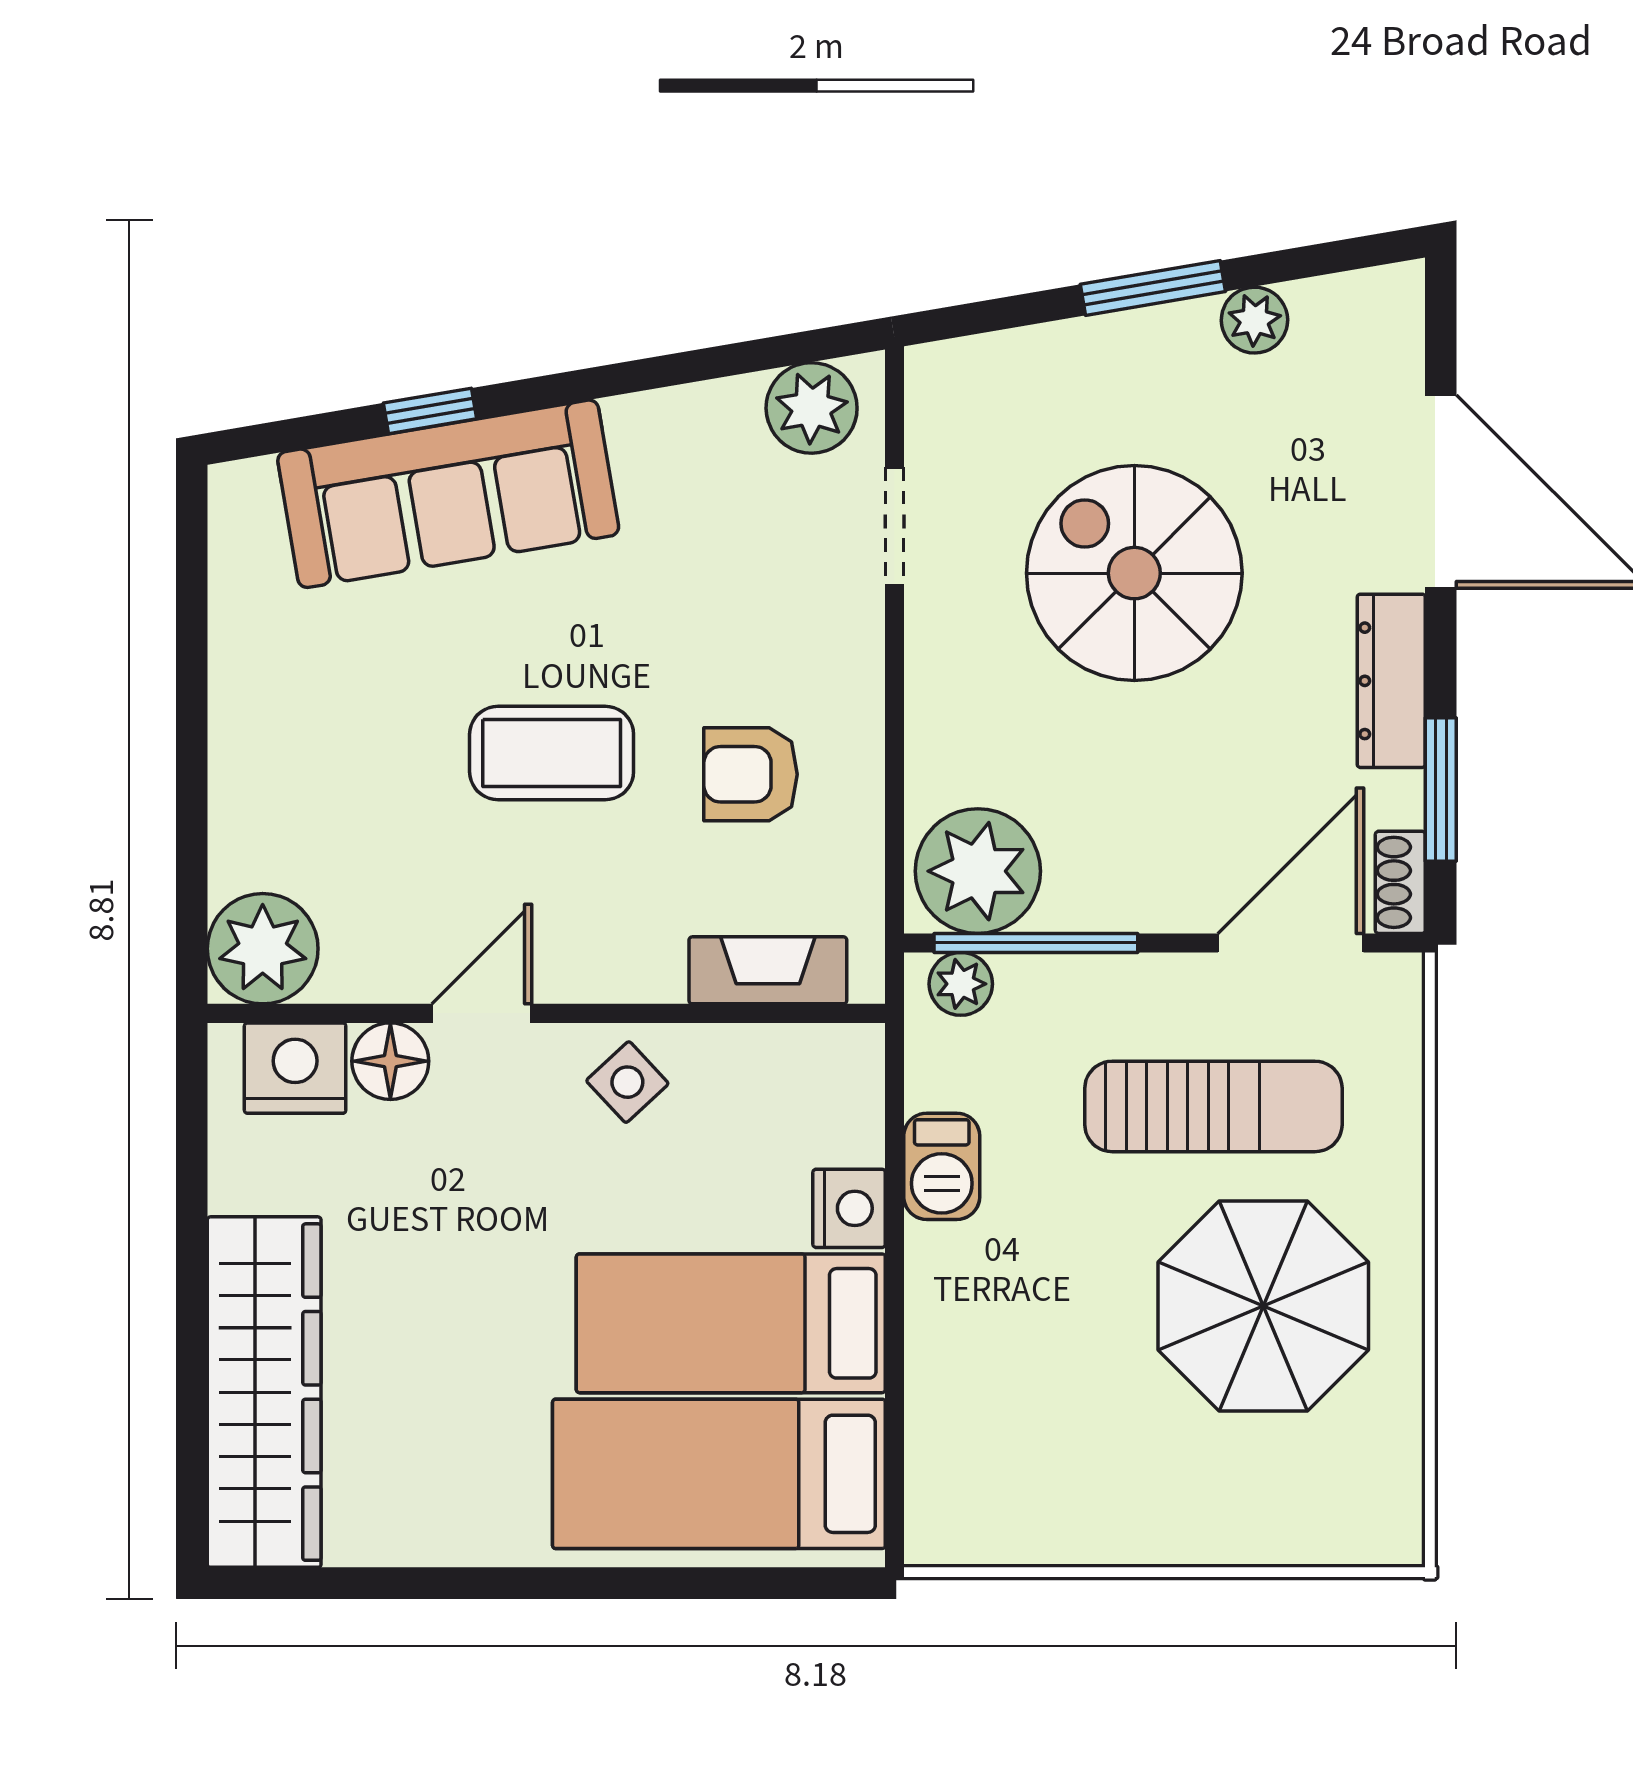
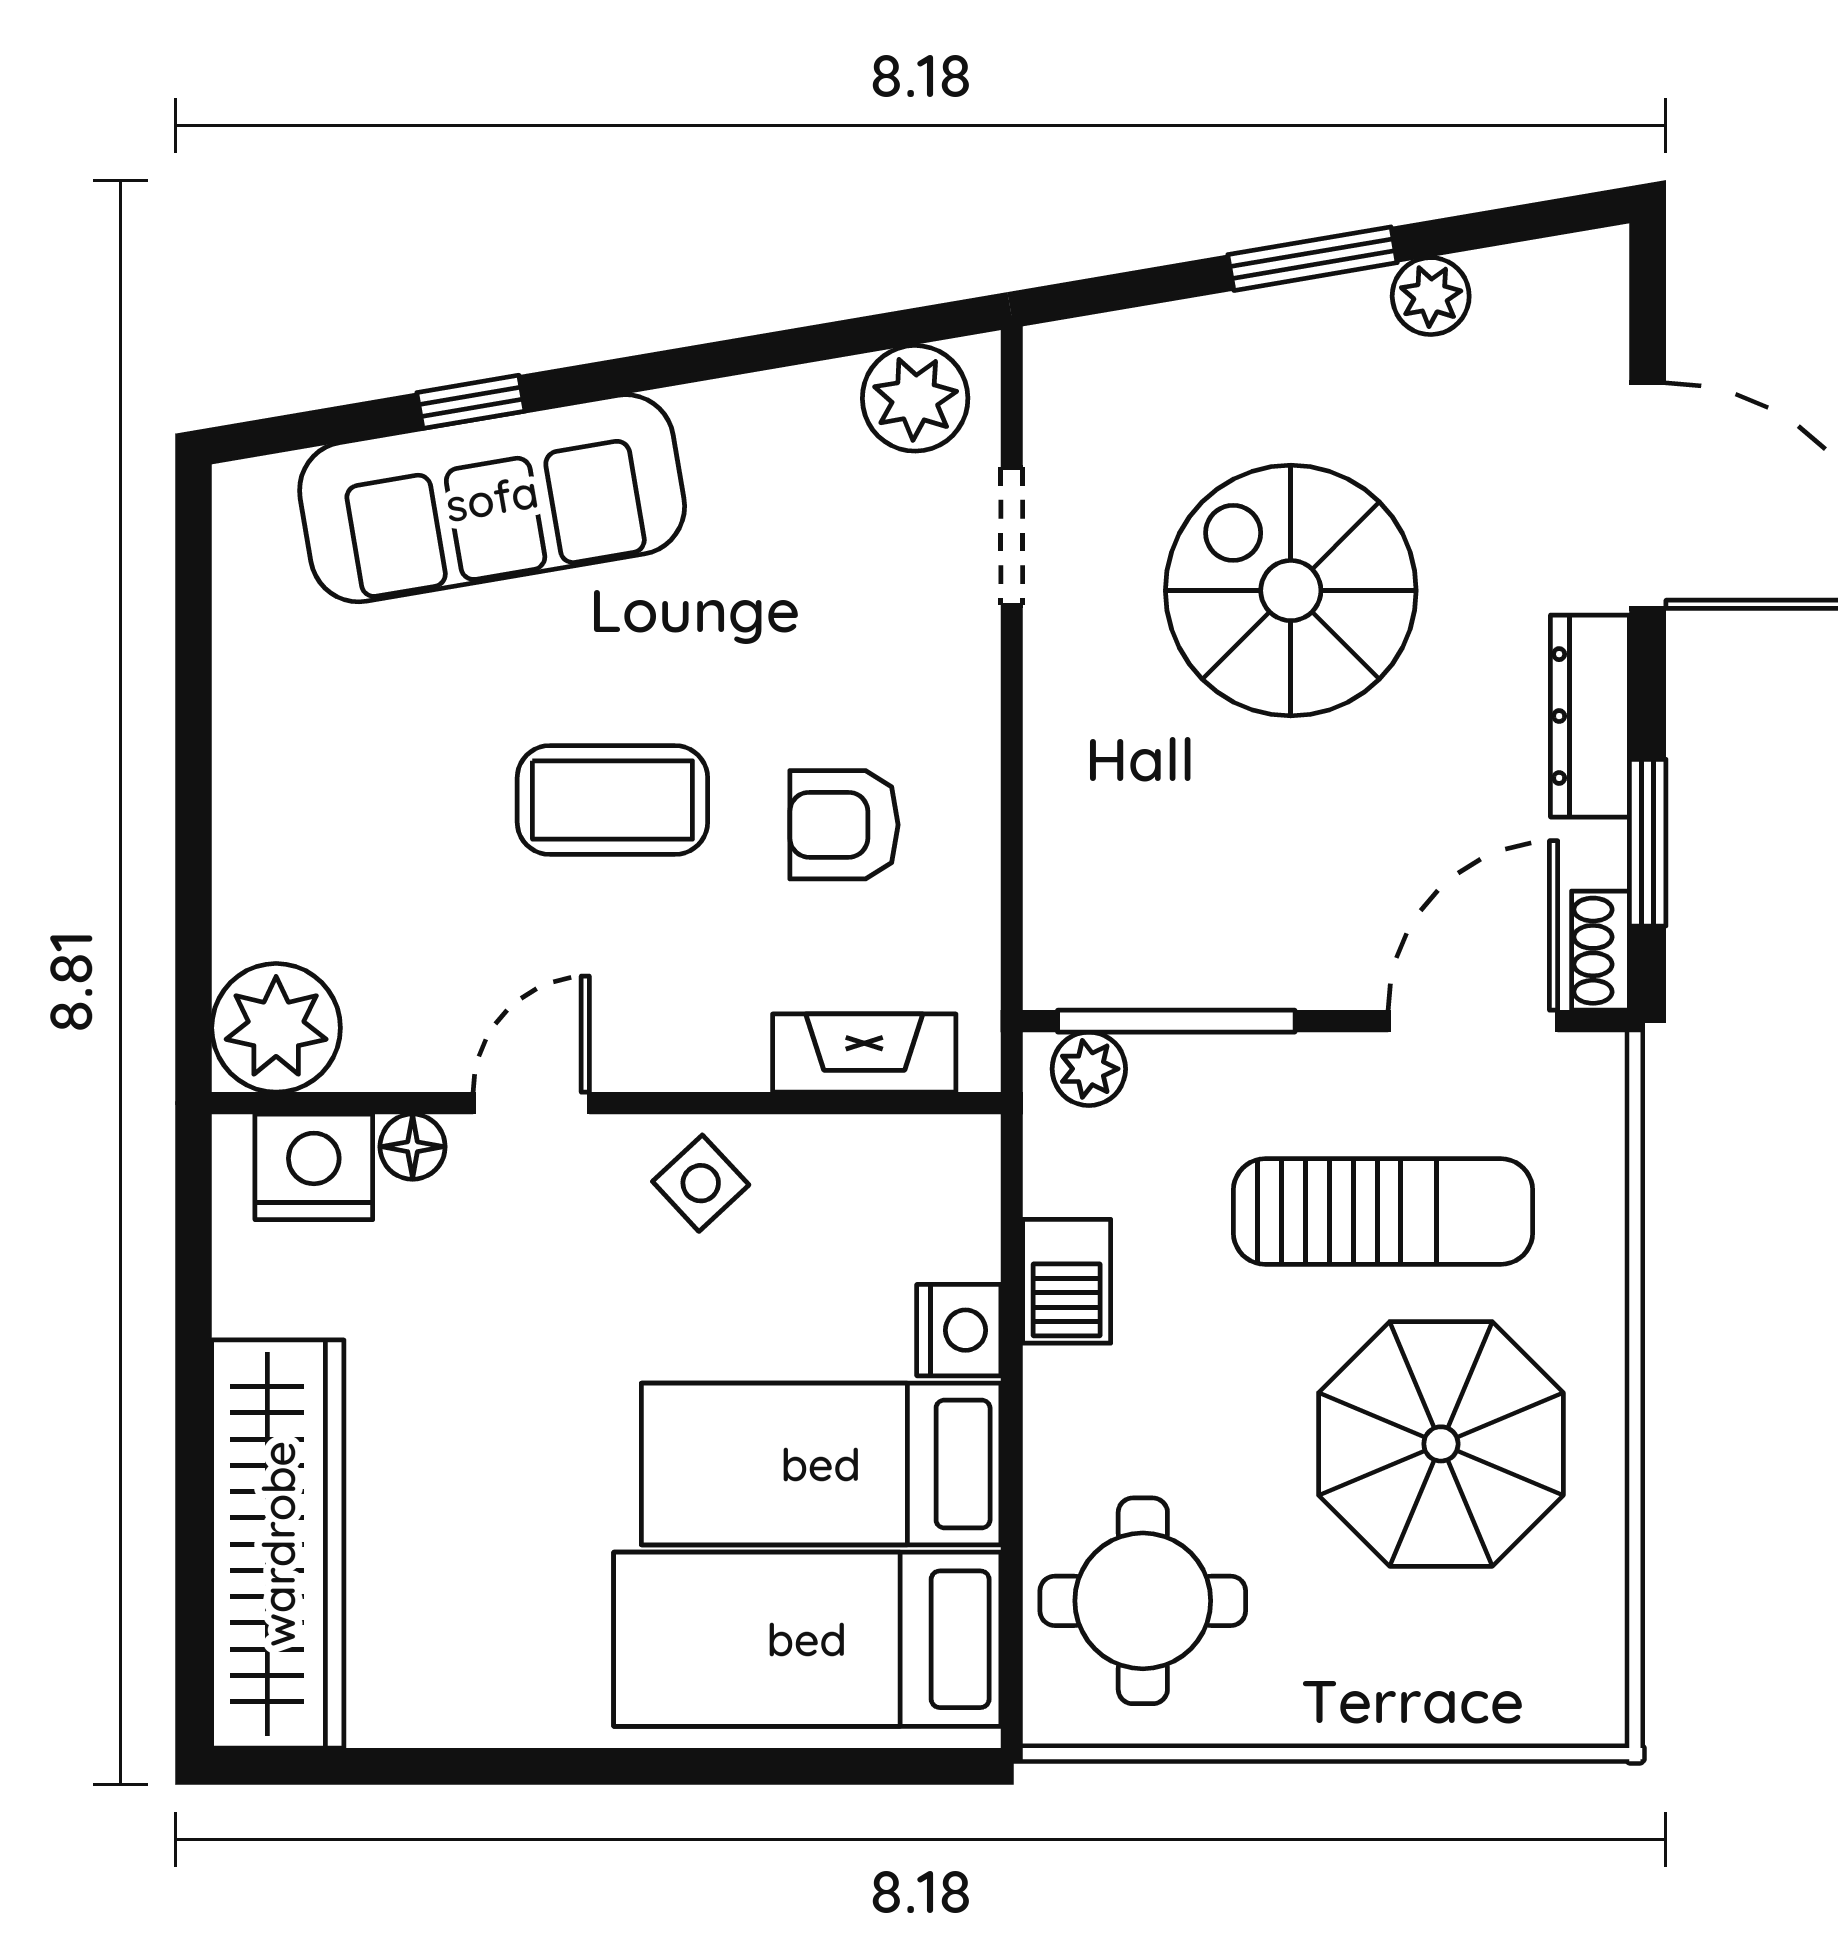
plant: (978, 871) -> (1109, 937), removed
floor lamp: (390, 1061) -> (413, 1147), width x0.73, depth x0.73
round table: (1007, 1441) -> (1143, 1601), added

